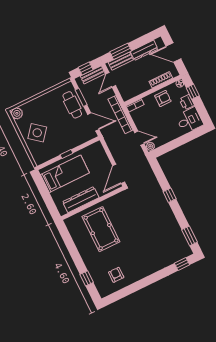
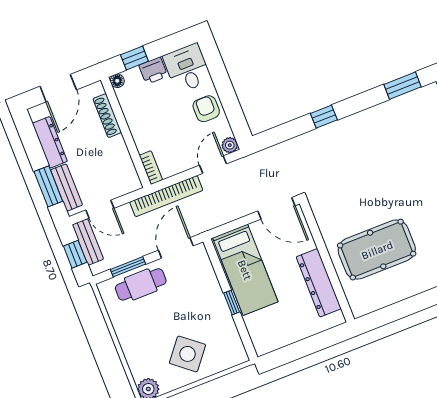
armchair: (163, 98) -> (206, 109), moved
bed: (65, 174) -> (245, 270), moved, turned 180

